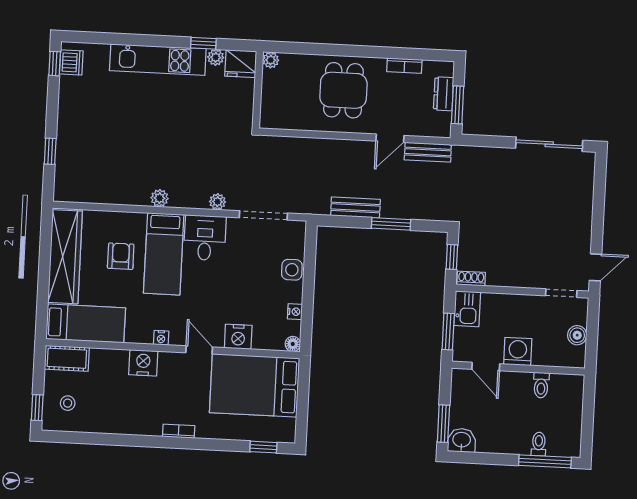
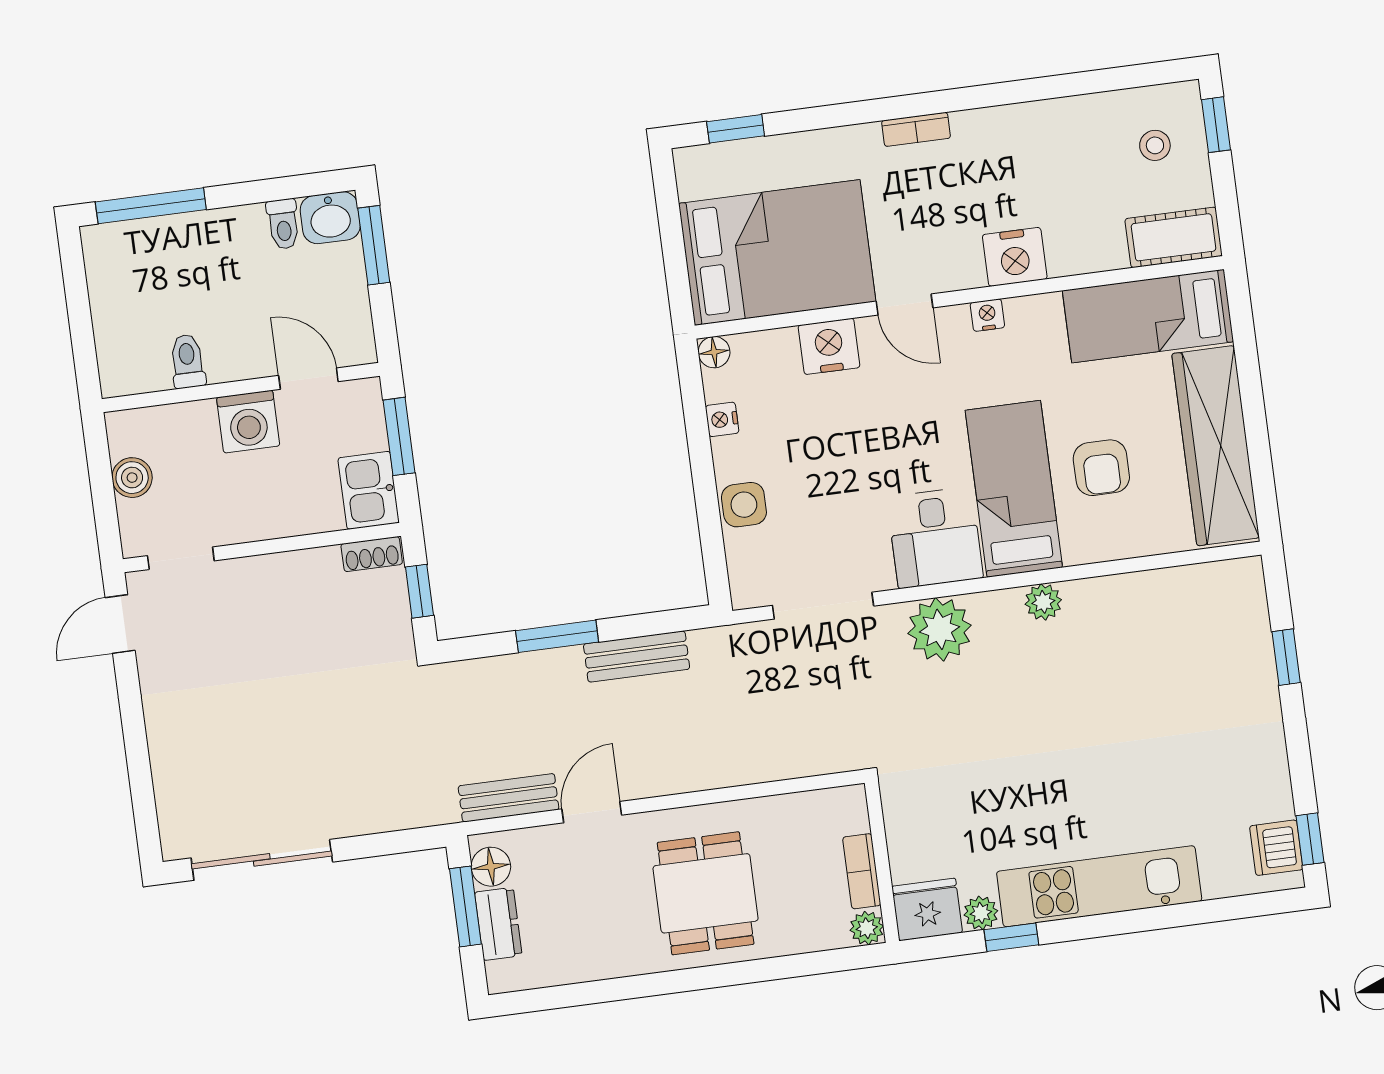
bookcase: (404, 66) -> (862, 871), moved, turned -90
floor lamp: (442, 121) -> (491, 867), added
plant: (218, 202) -> (940, 629), width x1.88, depth x1.88
toilet: (539, 444) -> (283, 224), moved

